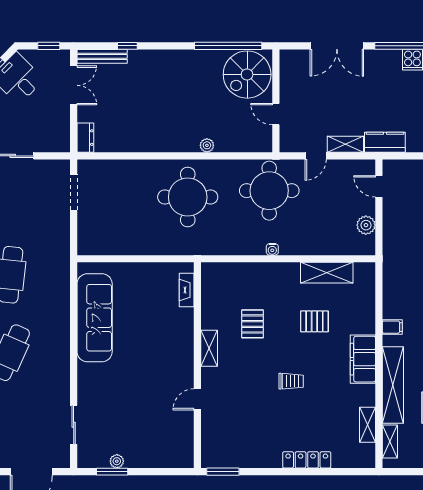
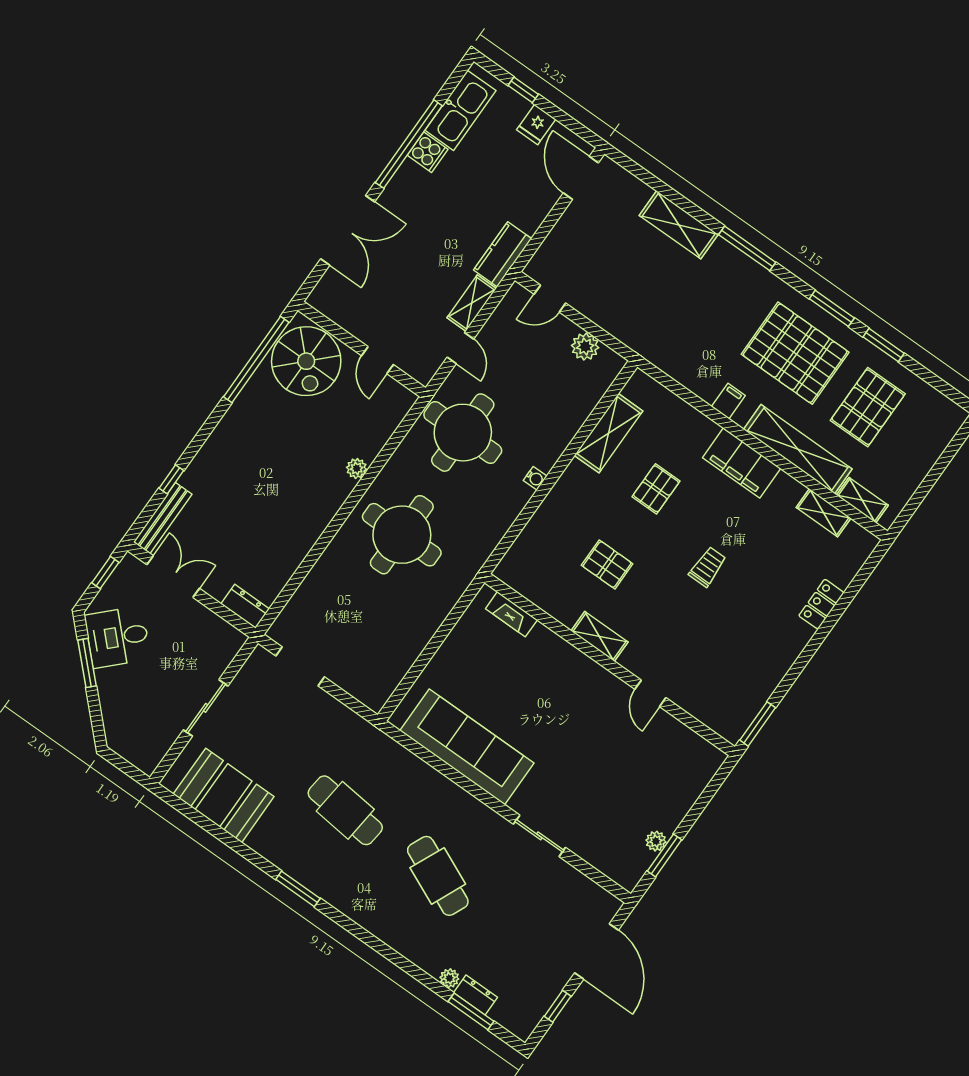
door: (276, 114) -> (378, 360), hinge flipped
sliding door: (74, 425) -> (539, 836), moved
locker: (307, 460) -> (821, 604), width x0.66

